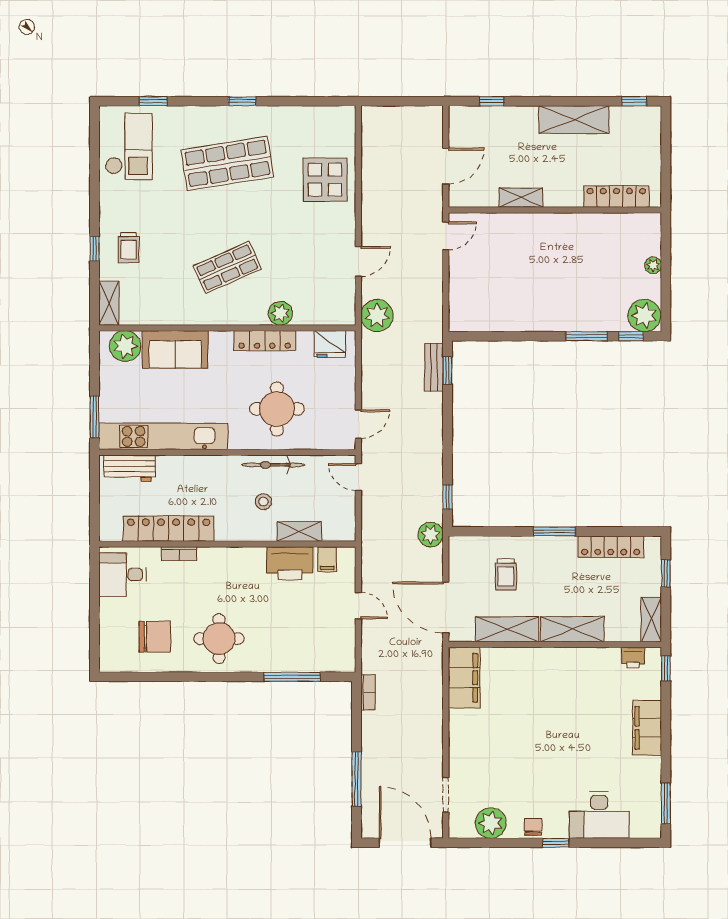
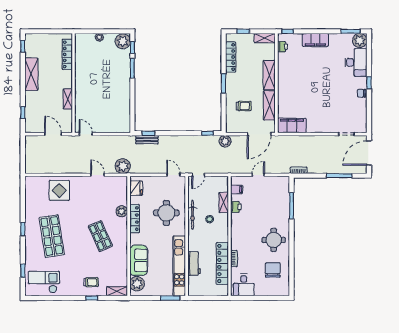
workbench: (130, 468) -> (194, 264), moved
printer: (290, 563) -> (236, 207), width x0.53, depth x0.68
plant: (491, 823) -> (360, 40), moved

